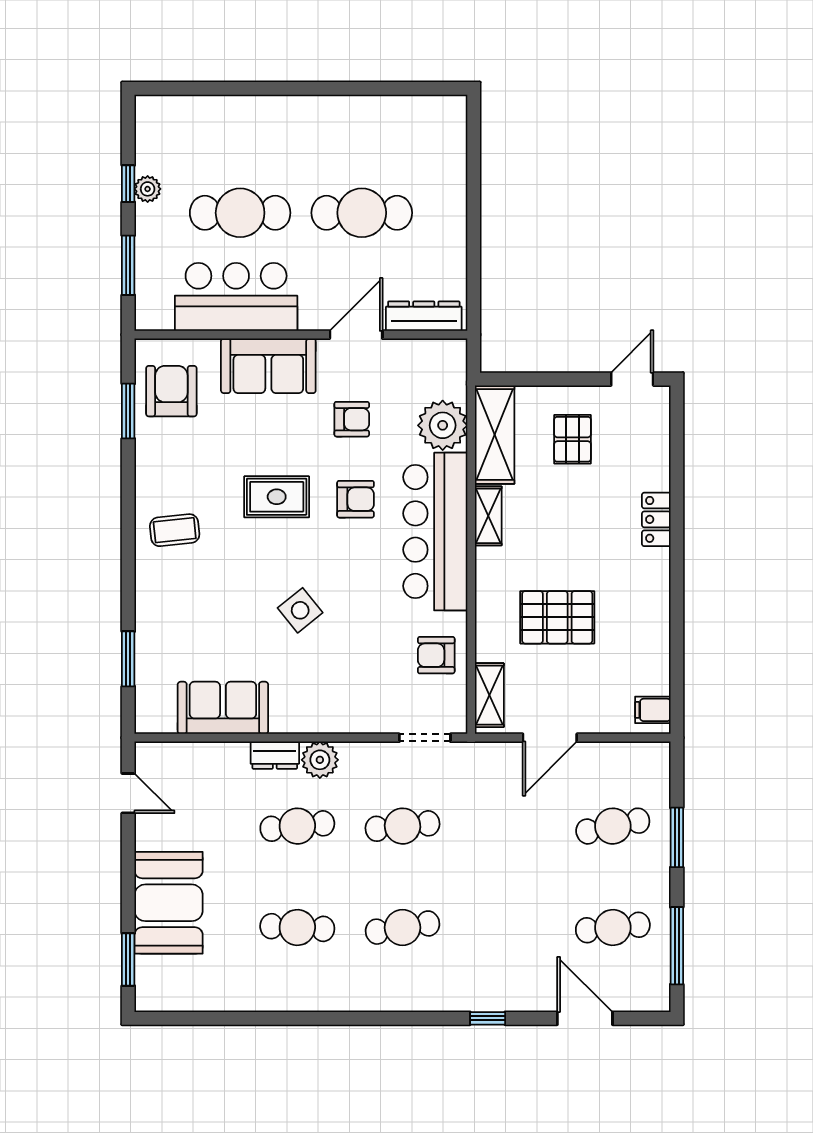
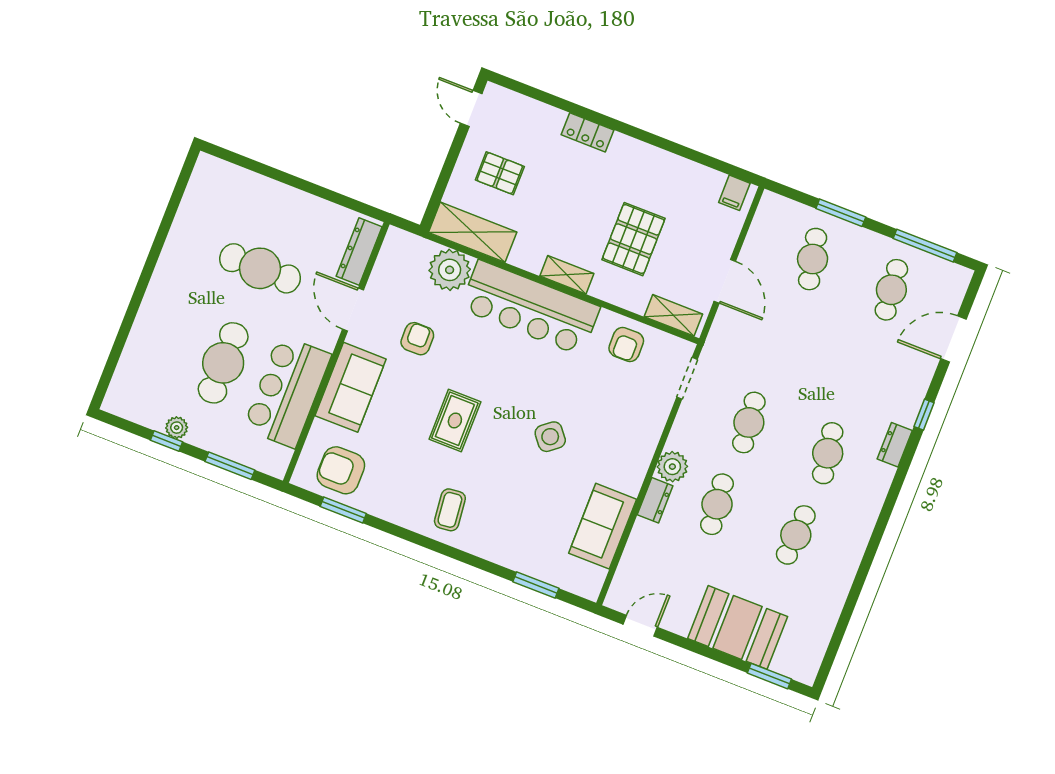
cafe table: (362, 213) -> (260, 268), turned 90
armchair: (356, 499) -> (481, 360), removed
shelving: (488, 516) -> (567, 275), moved
dresser: (441, 999) -> (895, 445), added

